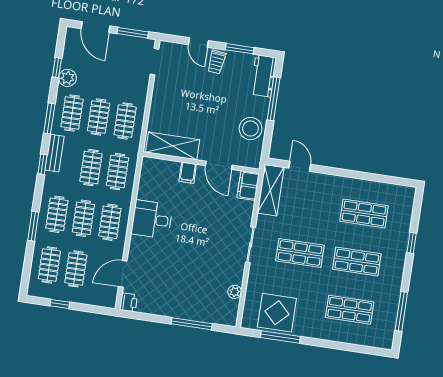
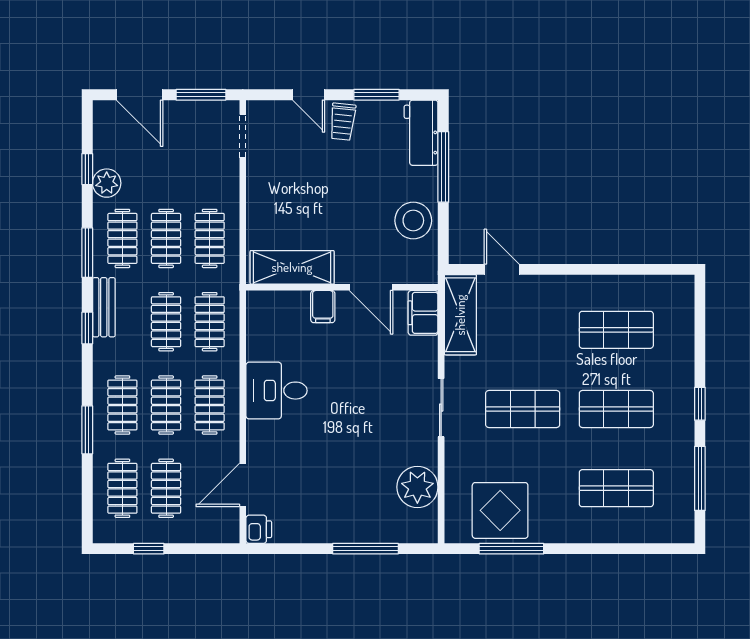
window: (412, 243) -> (700, 404), moved
plant: (235, 292) -> (417, 487), width x1.87, depth x1.87

